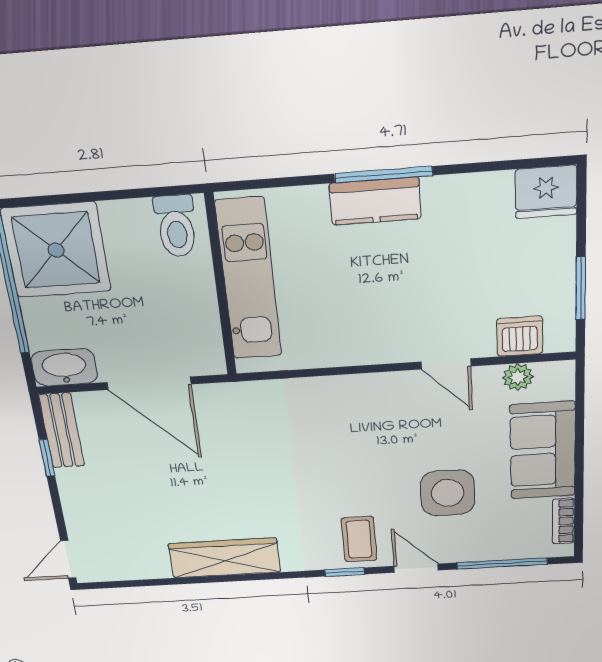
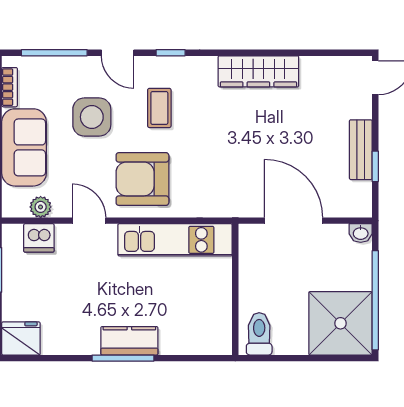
kitchen unit: (249, 280) -> (175, 240), moved, turned -90
washbasin: (64, 367) -> (361, 233), width x0.52, depth x0.69
armchair: (371, 422) -> (142, 179), added
bench: (62, 431) -> (361, 150), moved
coffee table: (359, 539) -> (159, 108), moved

